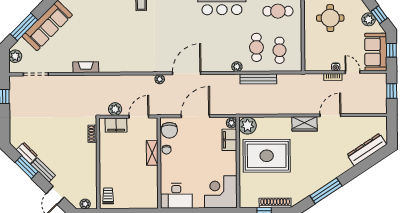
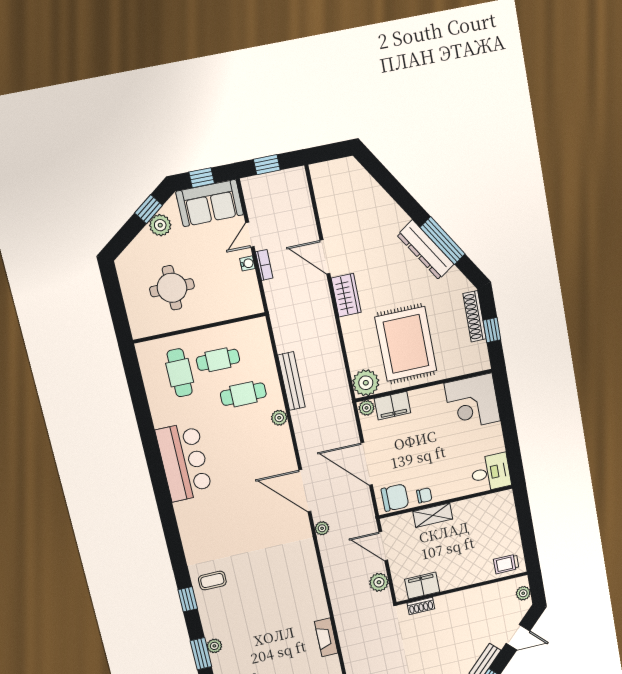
cafe table: (280, 50) -> (218, 360), moved
filing cabinet: (116, 125) -> (422, 586), moved, turned -90
dresser: (367, 150) -> (426, 250), moved
desk: (176, 196) -> (491, 473), width x0.73

